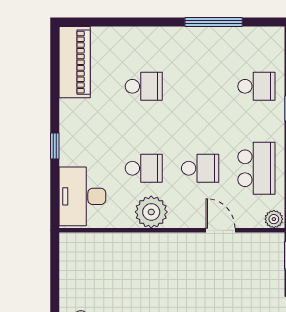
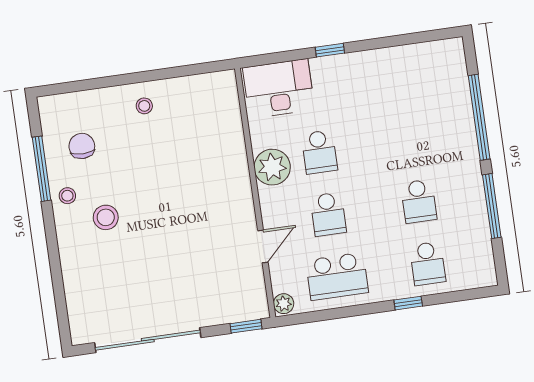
window: (133, 22) -> (479, 117), added
piano: (75, 62) -> (426, 59), removed
school desk: (144, 86) -> (419, 201), moved

